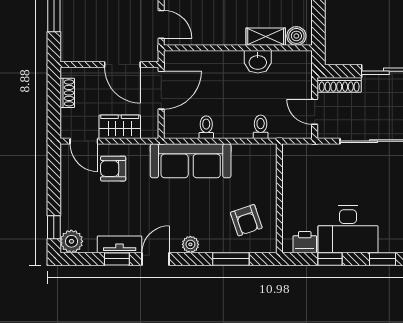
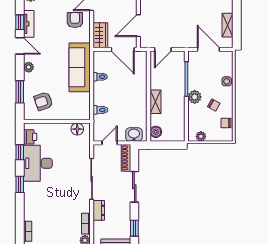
shelving: (266, 37) -> (155, 102), moved
washbasin: (258, 62) -> (134, 134), moved, turned 90
wardrobe: (120, 127) -> (100, 35), moved
floor lamp: (292, 165) -> (77, 129), added

